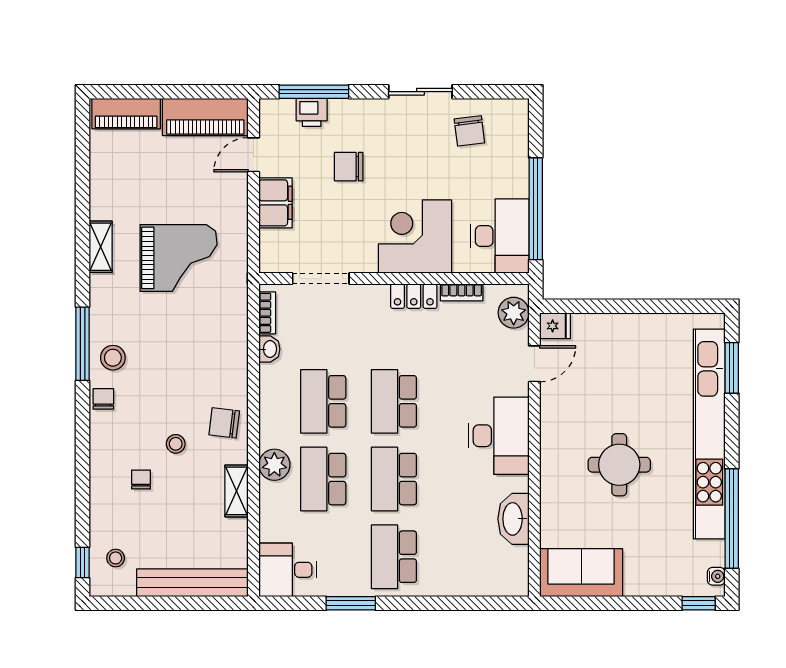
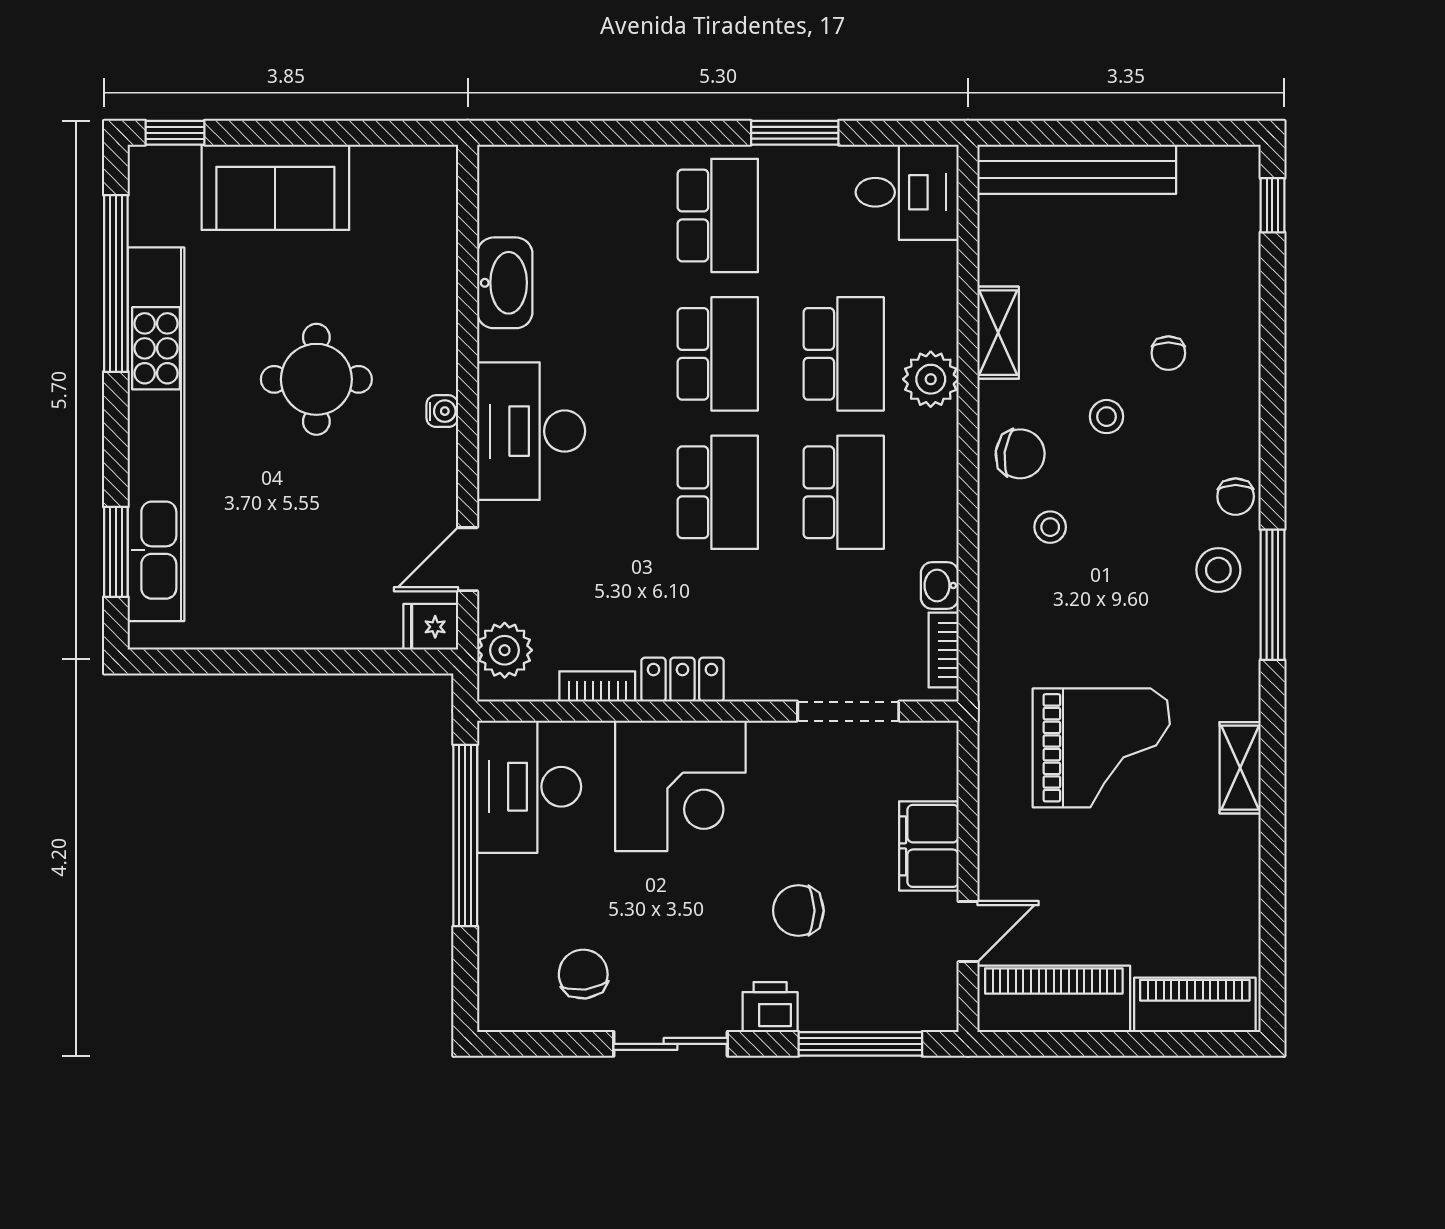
printer: (312, 112) -> (770, 1007), moved
chair: (349, 167) -> (798, 911), turned 180
grand piano: (179, 258) -> (1101, 748), turned 180
stool: (116, 558) -> (1050, 527), moved
sofa: (581, 573) -> (275, 187), moved
water cooler: (716, 576) -> (442, 411), moved, turned 180

